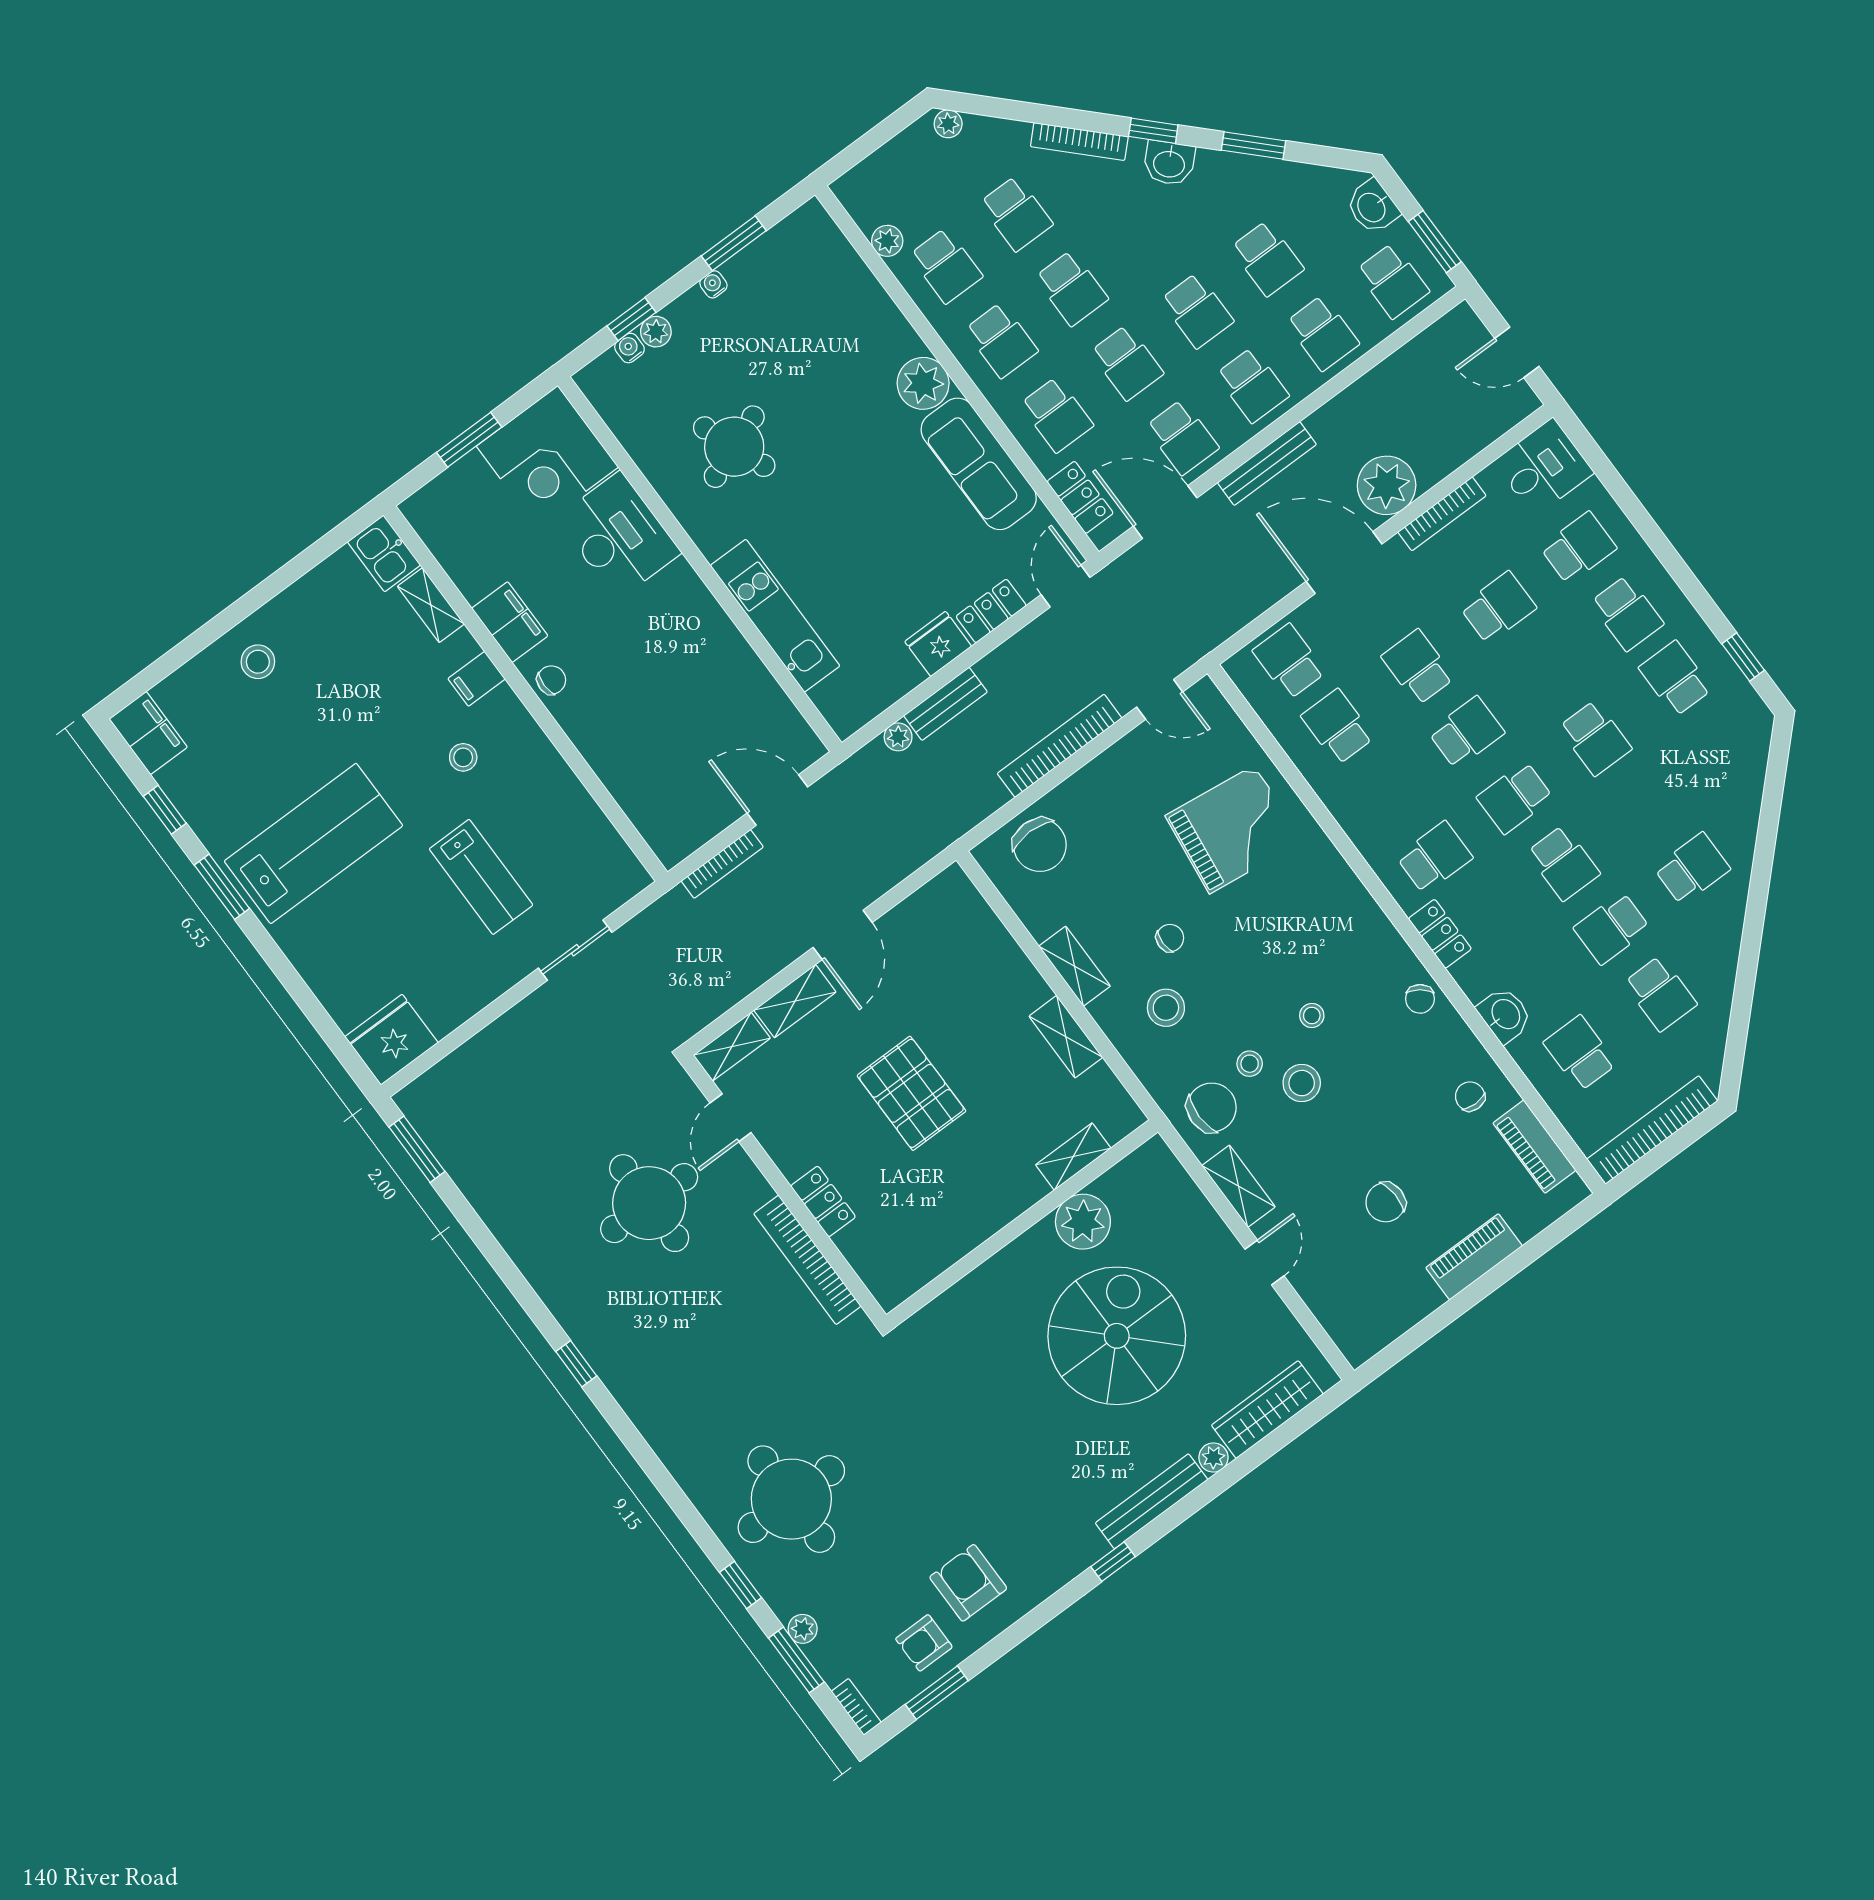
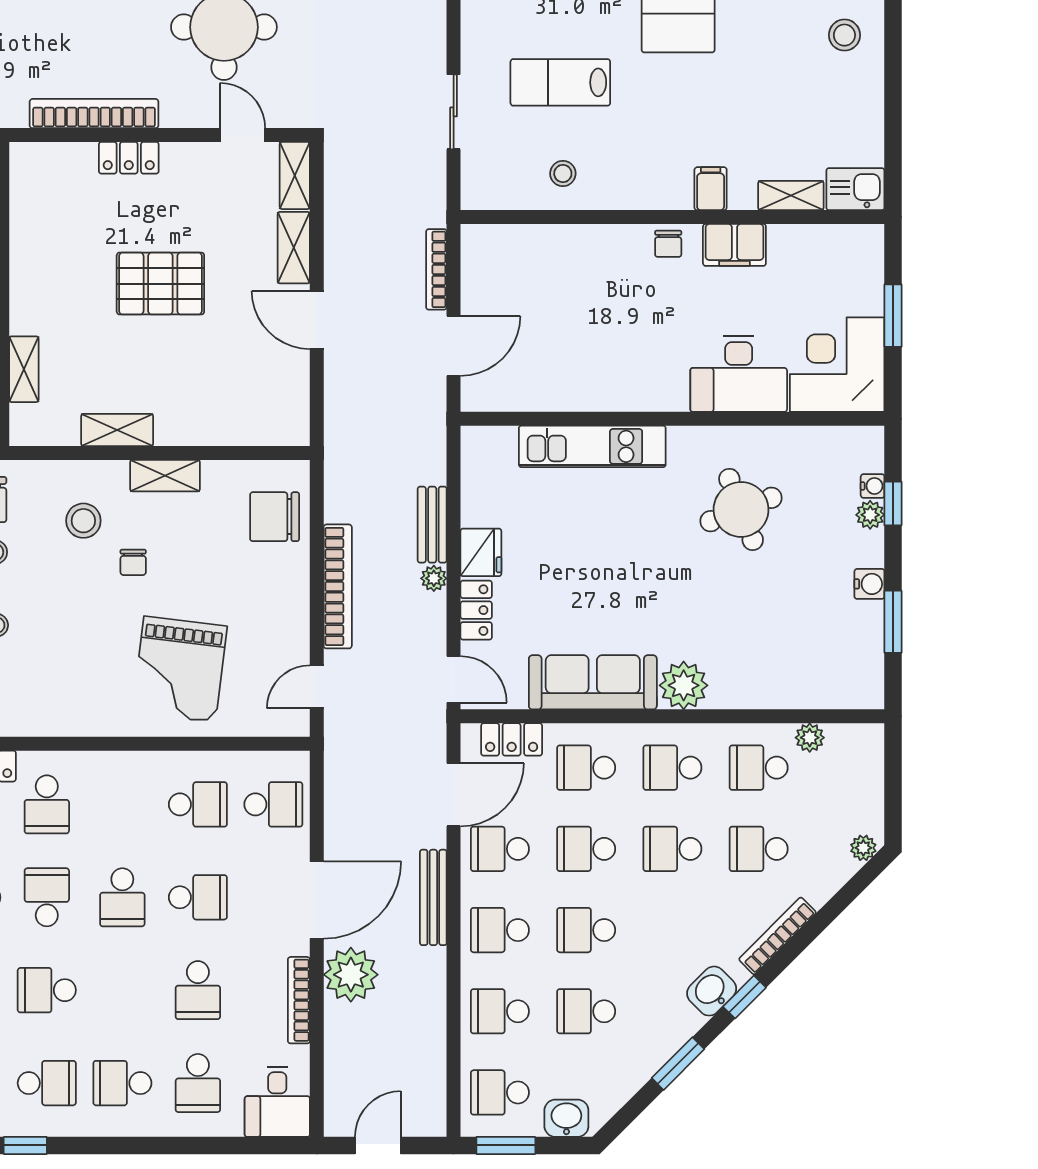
water cooler: (713, 284) -> (869, 584), width x1.38, depth x1.38
plant: (898, 737) -> (434, 578), moved
stool: (463, 757) -> (563, 174), moved

